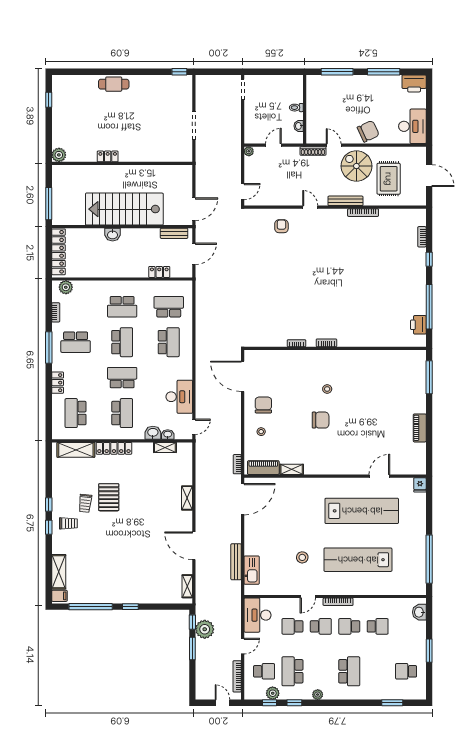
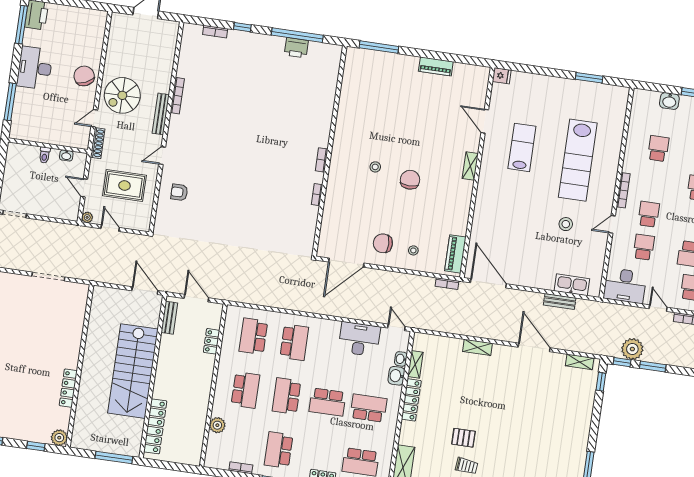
window: (384, 72) -> (21, 25), moved
desk: (412, 126) -> (35, 68), moved, turned -90
window: (49, 136) -> (36, 446), added
locker: (108, 156) -> (68, 388), width x1.53
rug: (389, 179) -> (124, 186), moved
door: (243, 192) -> (110, 228), moved
washbasin: (113, 235) -> (160, 389), removed
locker: (59, 252) -> (155, 426), moved, turned 90
plant: (66, 287) -> (217, 425), moved
printer: (418, 325) -> (296, 48), moved
school desk: (76, 342) -> (279, 450), turned 180
school desk: (122, 342) -> (286, 396), turned -90
school desk: (169, 342) -> (294, 342), turned 90
school desk: (122, 378) -> (327, 402), turned -90
locker: (114, 448) -> (411, 400), moved
shelving: (292, 469) -> (470, 166), moved
pallet: (109, 497) -> (463, 438), width x0.67, depth x0.71
lab bench: (362, 511) -> (522, 147), width x0.54, depth x0.72
door: (194, 546) -> (534, 347), swing flipped
window: (429, 559) -> (589, 78), width x0.47
bench: (236, 562) -> (560, 301), width x0.73
door: (308, 597) -> (612, 224), swing flipped
window: (130, 607) -> (601, 382), moved
washbasin: (419, 612) -> (669, 101), moved
school desk: (292, 626) -> (644, 247), turned 180
school desk: (349, 626) -> (653, 181), removed

